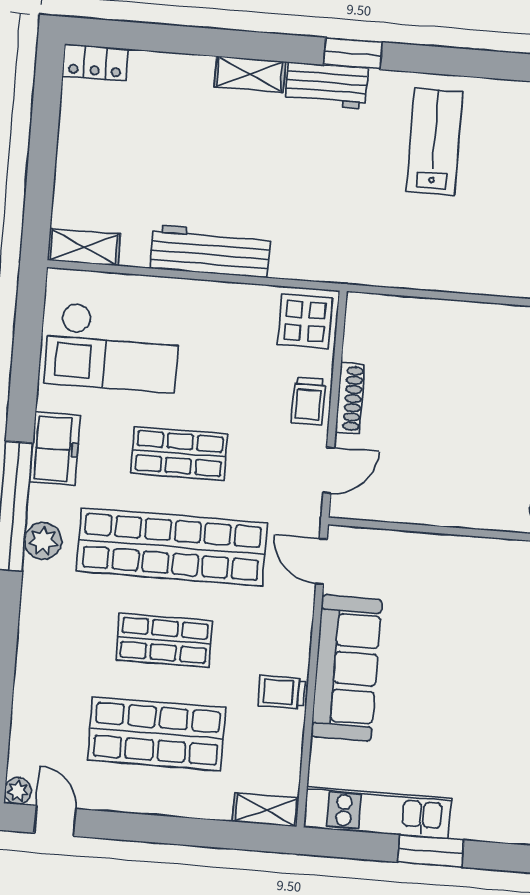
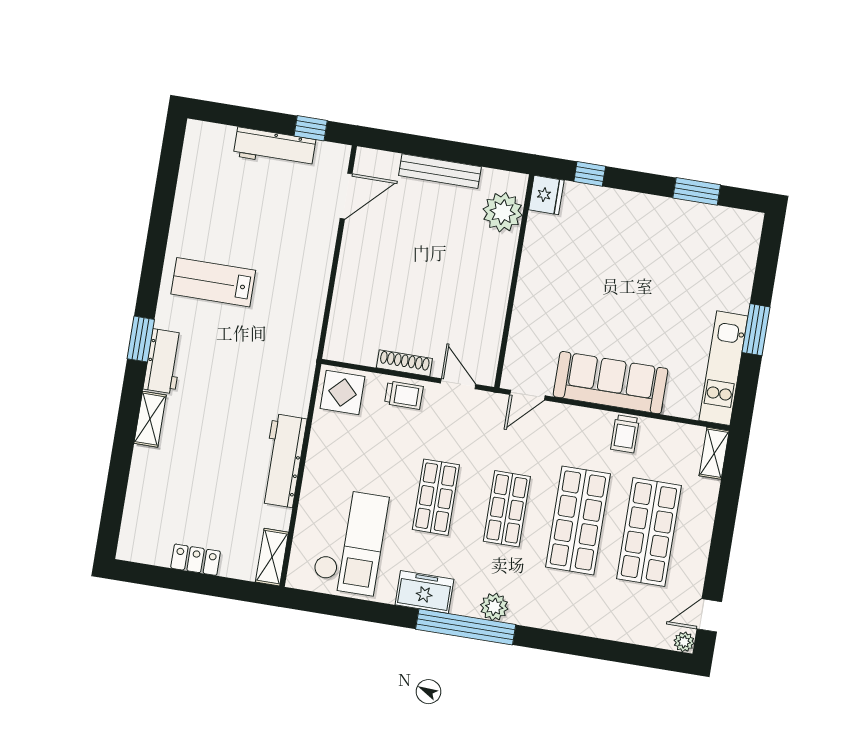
locker: (95, 62) -> (196, 560), moved, turned -90
shop shelf: (172, 547) -> (507, 509), width x0.50, depth x0.74
shop shelf: (164, 640) -> (578, 520), width x1.43, depth x1.36

